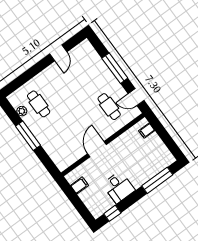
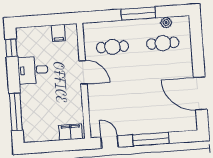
door: (58, 53) -> (200, 94), width x1.87
door: (136, 97) -> (110, 142), hinge flipped
cafe table: (109, 107) -> (112, 47), moved
filing cabinet: (147, 131) -> (71, 132), width x2.00

